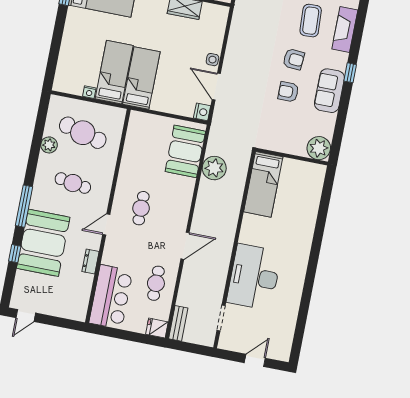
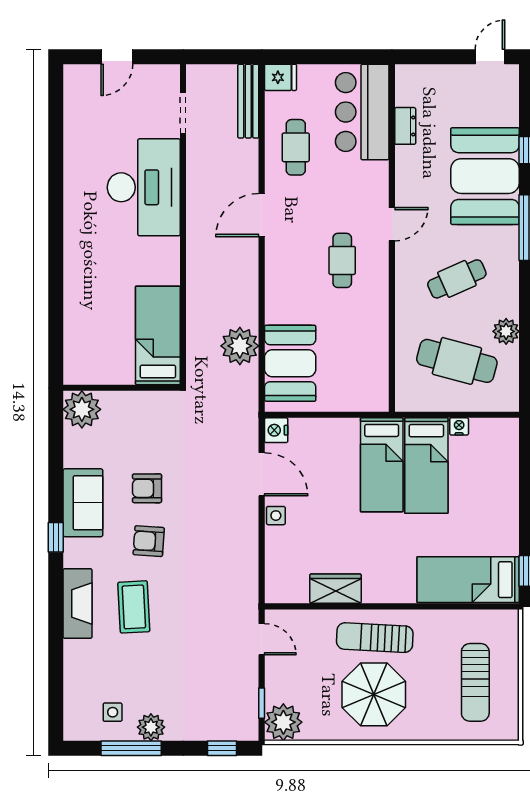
armchair: (288, 92) -> (147, 488), turned 180
cafe table: (73, 183) -> (457, 279), turned -33
dresser: (90, 262) -> (405, 126), moved
bench: (178, 323) -> (248, 101), width x1.36

